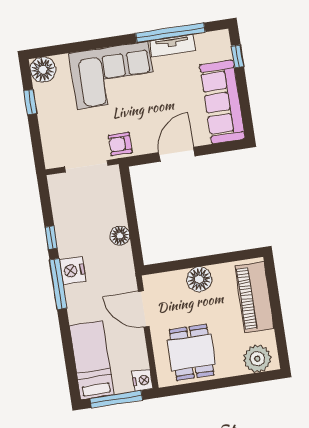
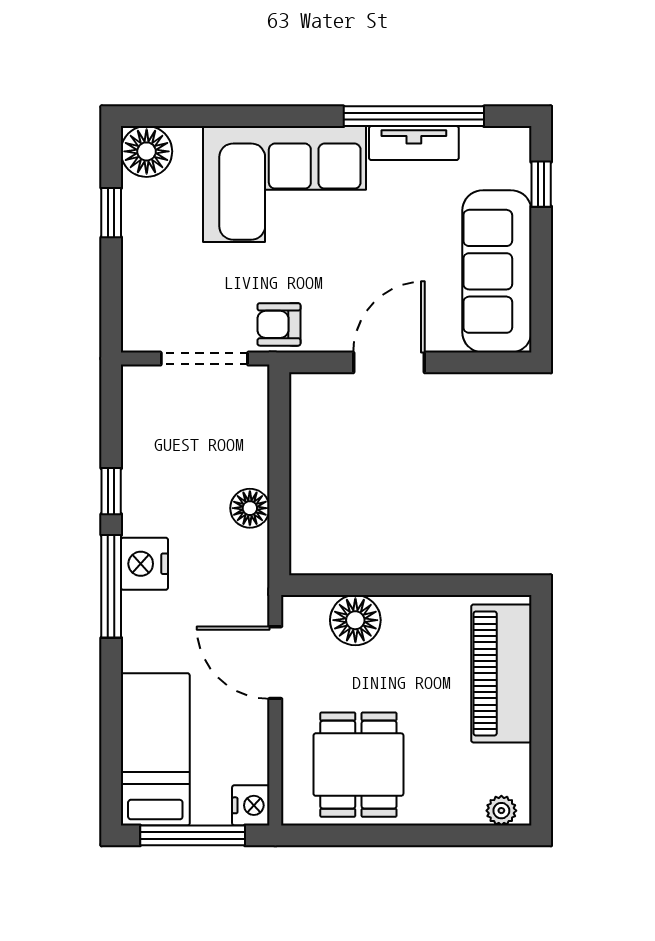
floor lamp: (199, 279) -> (355, 620), moved
plant: (257, 359) -> (501, 811), width x0.53, depth x0.53

